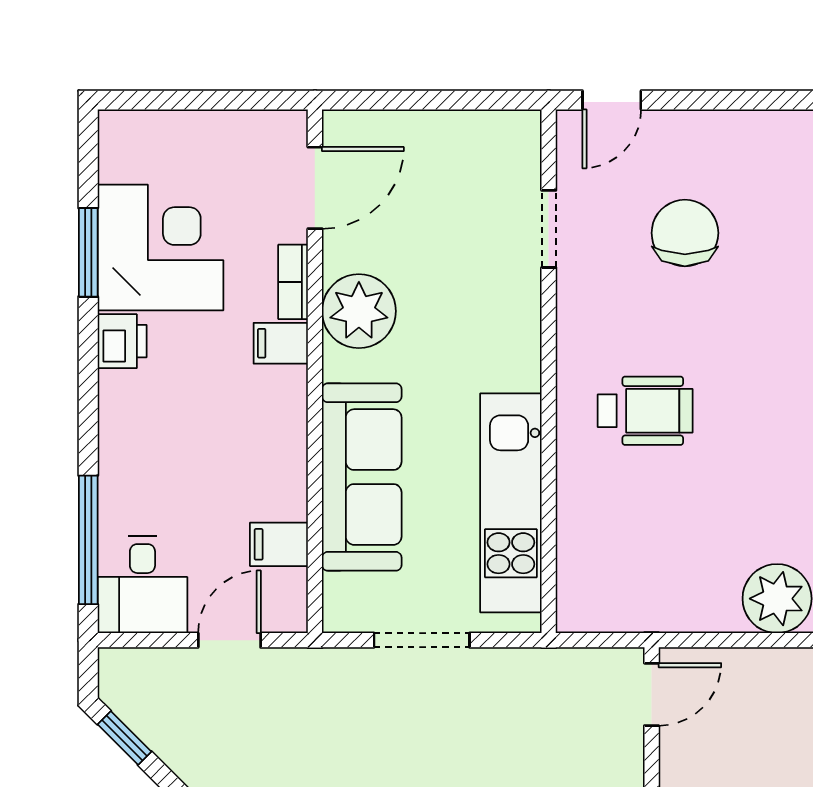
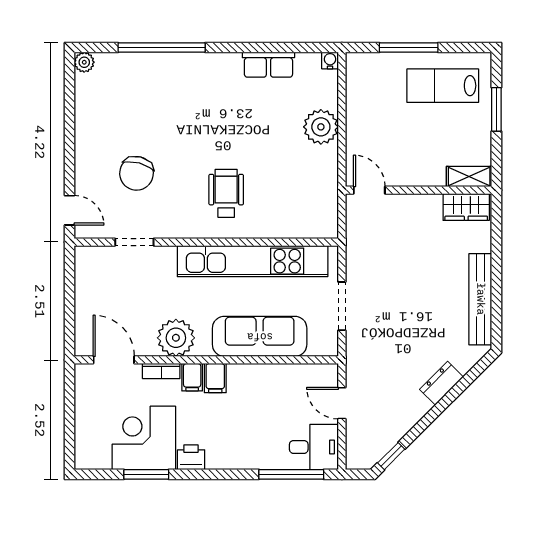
chair: (685, 233) -> (136, 173), turned -75
kitchen unit: (511, 503) -> (253, 261), width x1.36
filing cabinet: (279, 544) -> (215, 378), moved

